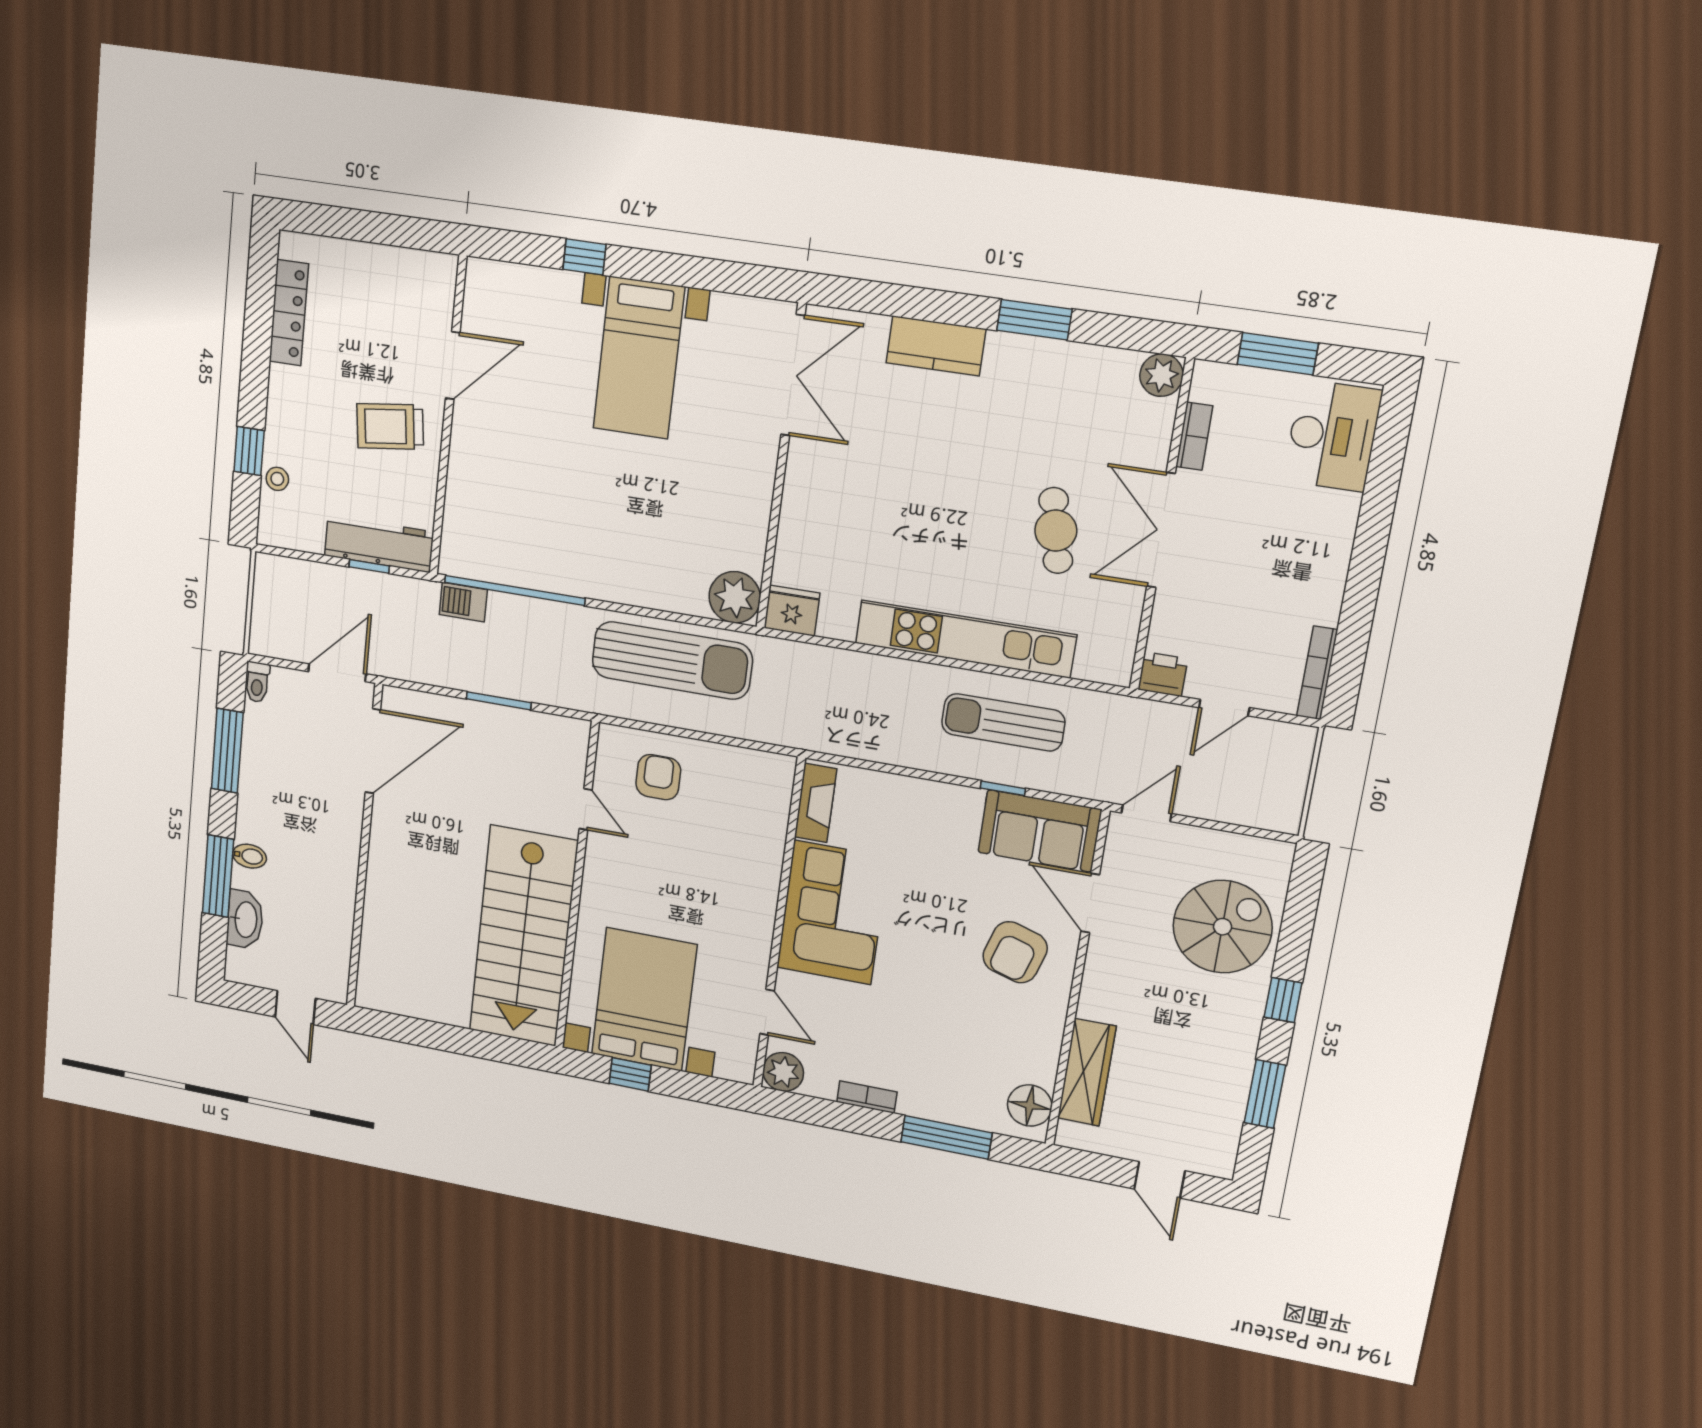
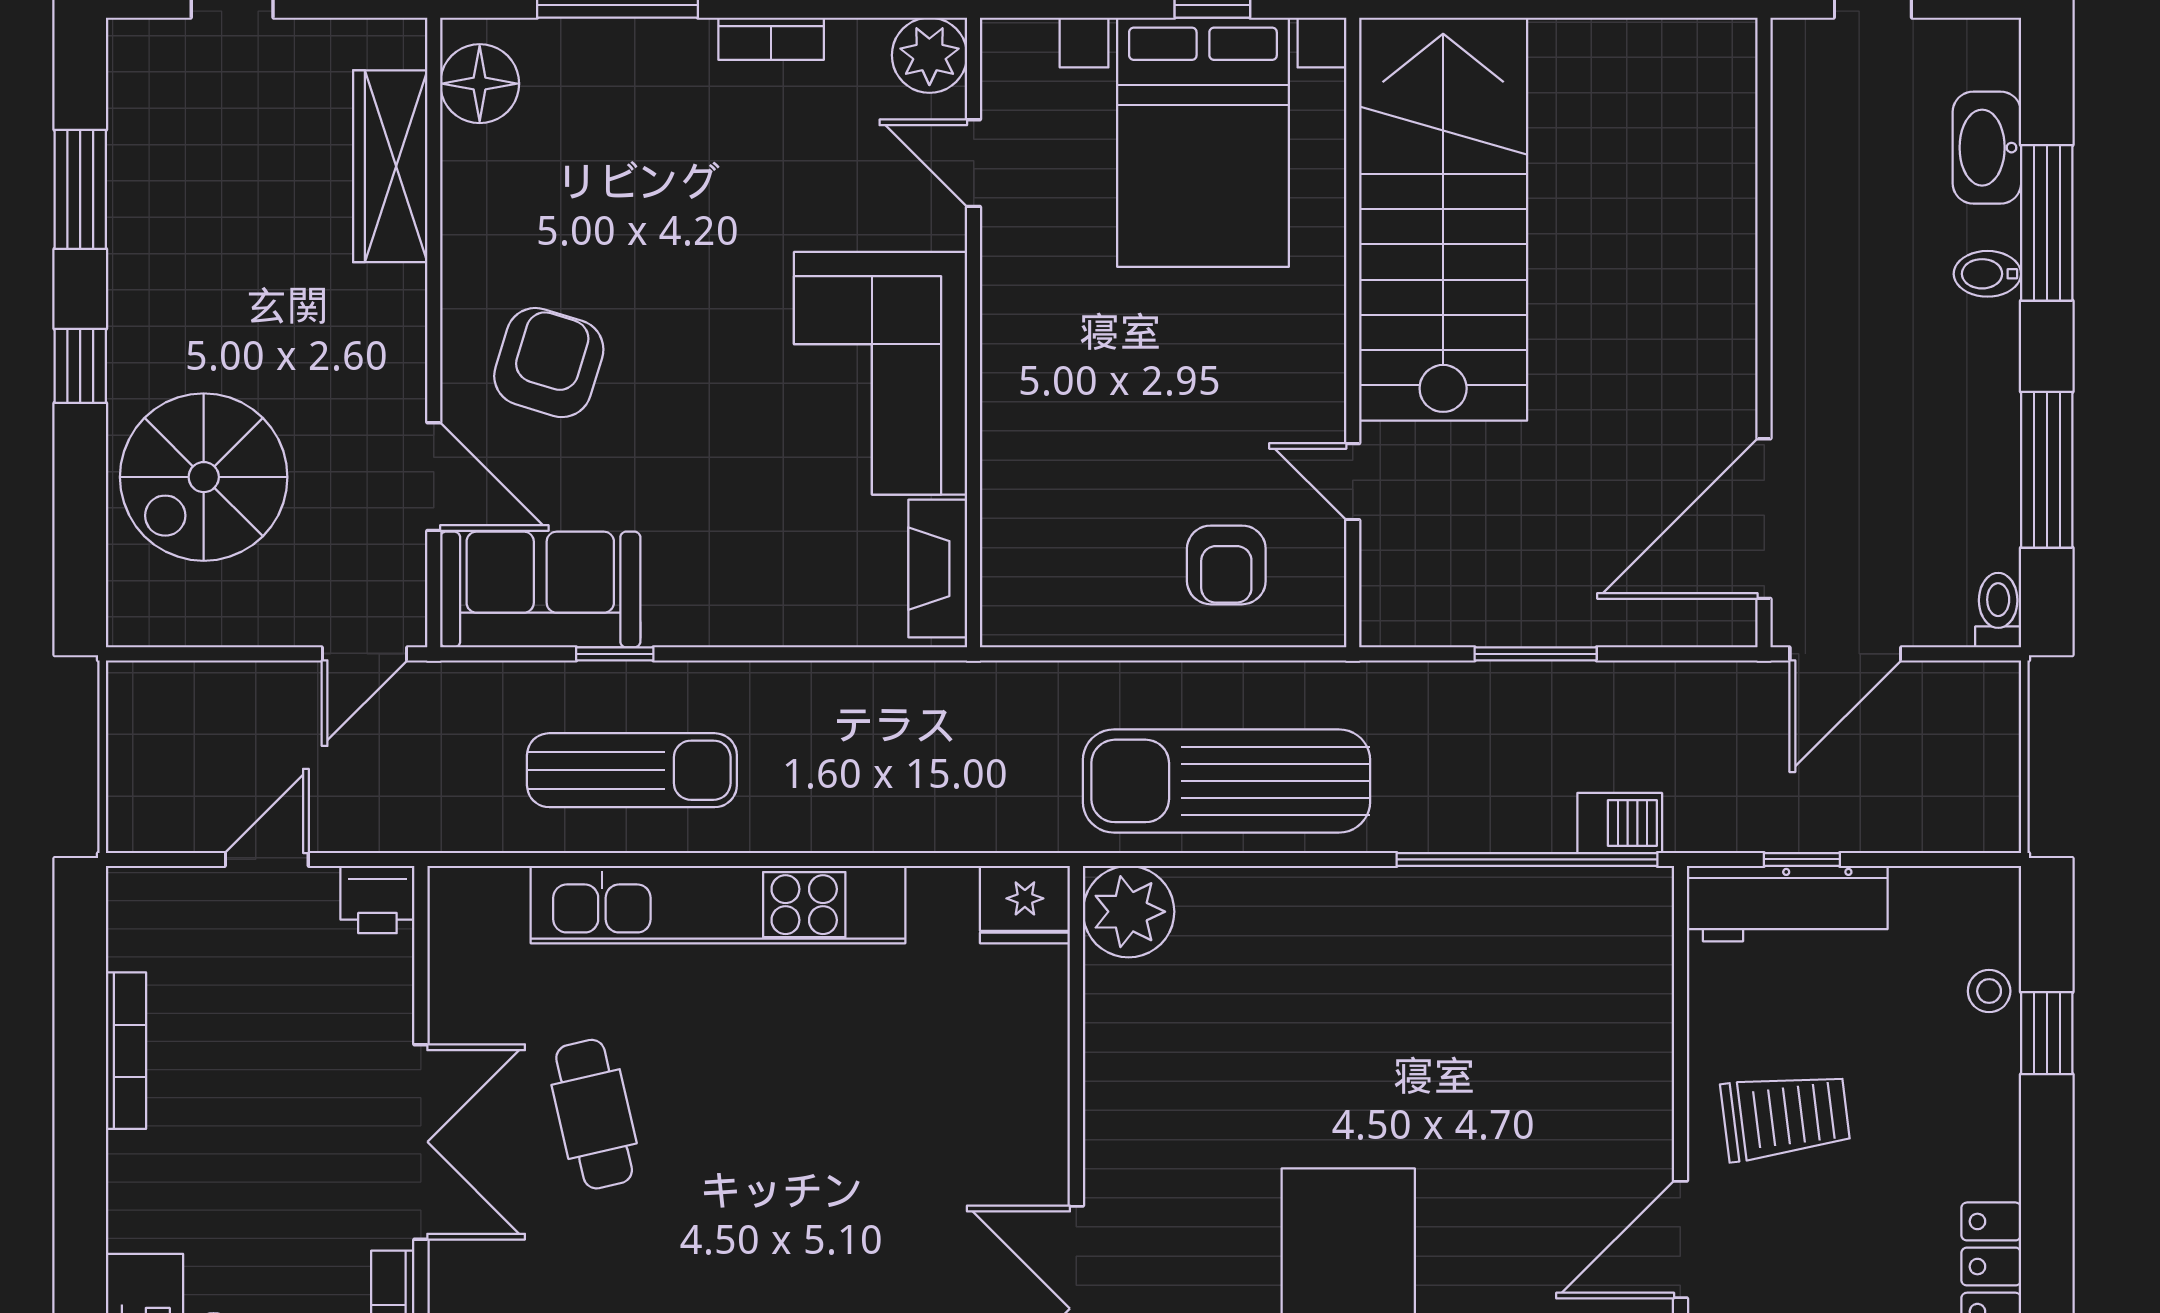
bookcase: (1317, 673) -> (126, 1051), moved

